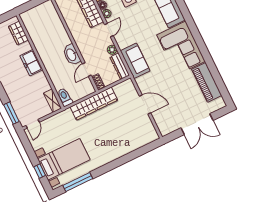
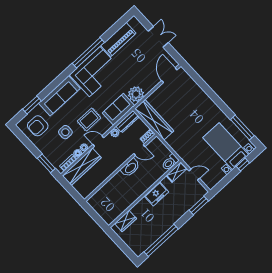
rug: (134, 27) -> (89, 120), added
window: (202, 47) -> (88, 53), added
freezer: (31, 63) -> (156, 194), moved
plant: (145, 83) -> (136, 94), added
wardrobe: (94, 104) -> (154, 120), moved
door: (145, 104) -> (169, 75), moved
door: (33, 124) -> (194, 175), moved
double door: (197, 124) -> (158, 37), width x0.73

